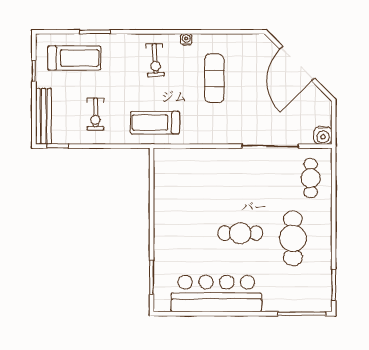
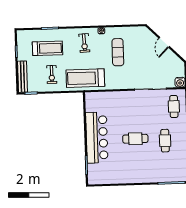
treadmill: (74, 58) -> (47, 48), moved
door: (297, 63) -> (164, 42), width x0.53
treadmill: (155, 123) -> (85, 78), width x1.37, depth x1.38
cafe table: (293, 238) -> (165, 141), width x0.73, depth x0.74
bar counter: (216, 294) -> (97, 137), moved, turned 90

